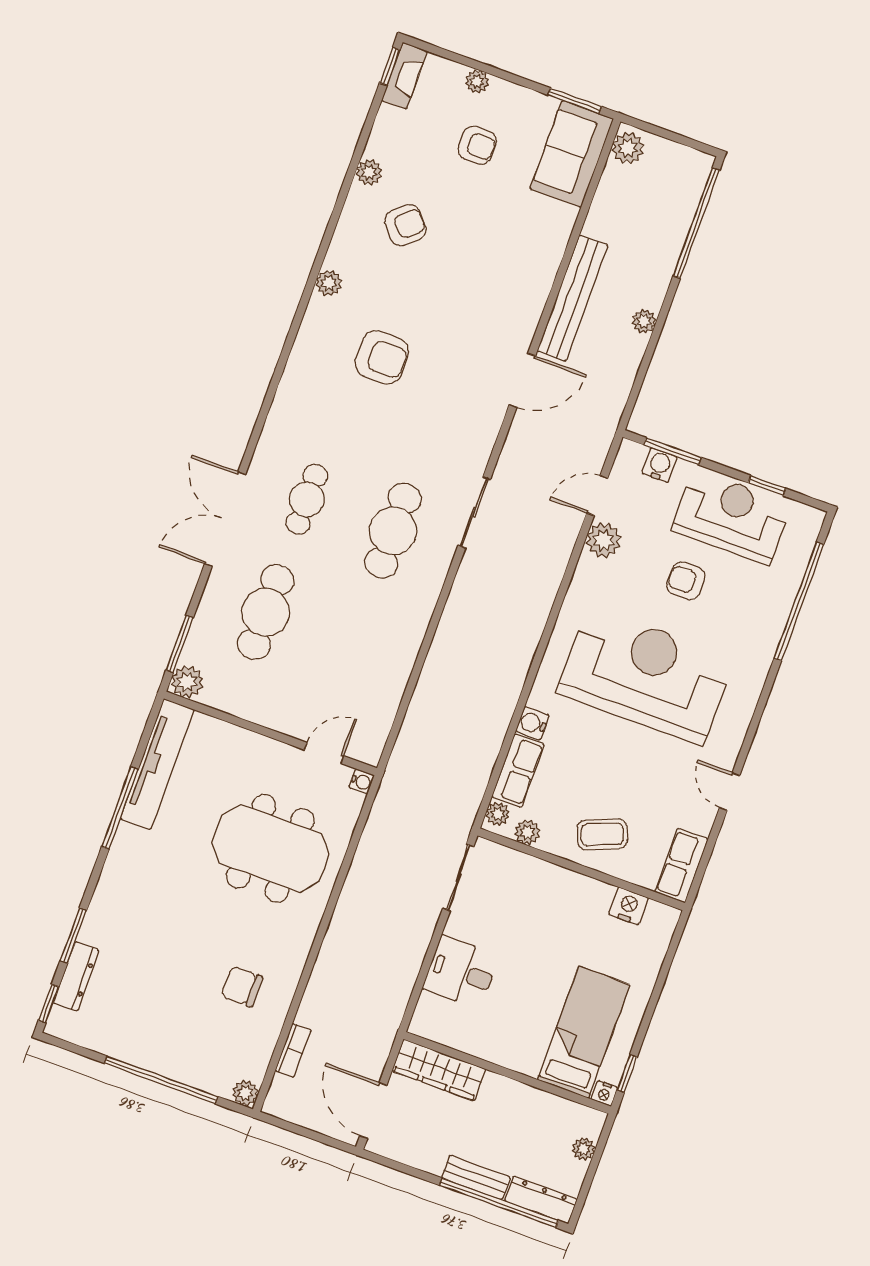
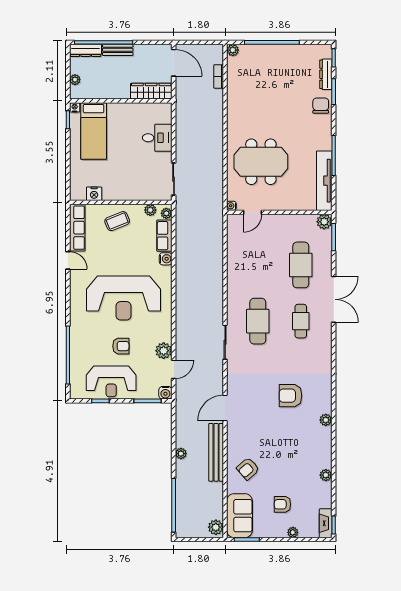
armchair: (405, 225) -> (248, 469), moved
water cooler: (659, 465) -> (165, 393), moved
row of seats: (681, 866) -> (77, 228), width x1.48
chair: (242, 987) -> (321, 106), moved, turned -90

